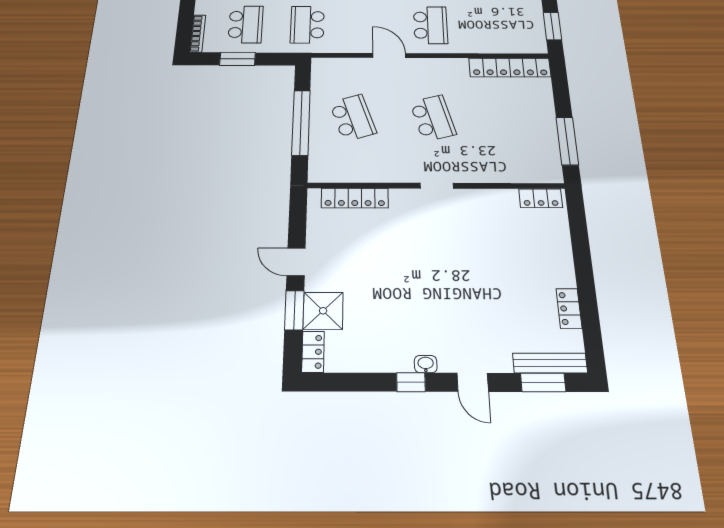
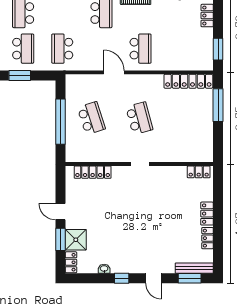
window: (567, 141) -> (218, 105), moved
locker: (563, 266) -> (207, 214), added
washbasin: (426, 364) -> (104, 269), moved

